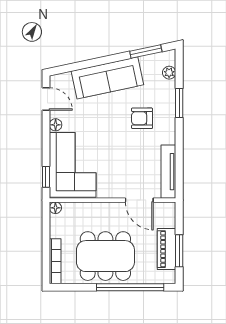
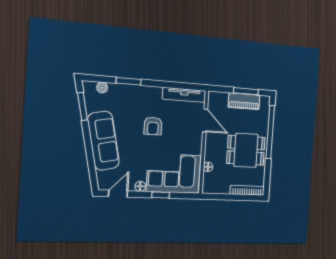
armchair: (142, 118) -> (153, 126), moved
window: (46, 177) -> (161, 195), moved
door: (139, 200) -> (205, 120), hinge flipped
floor lamp: (55, 208) -> (208, 167), moved
dining table: (105, 256) -> (246, 150), width x0.73

